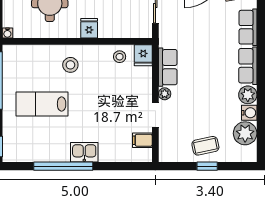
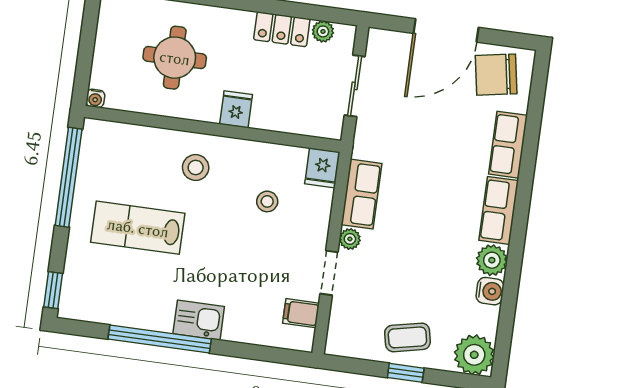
stool: (120, 57) -> (267, 201), moved
plant: (245, 133) -> (474, 355), moved

